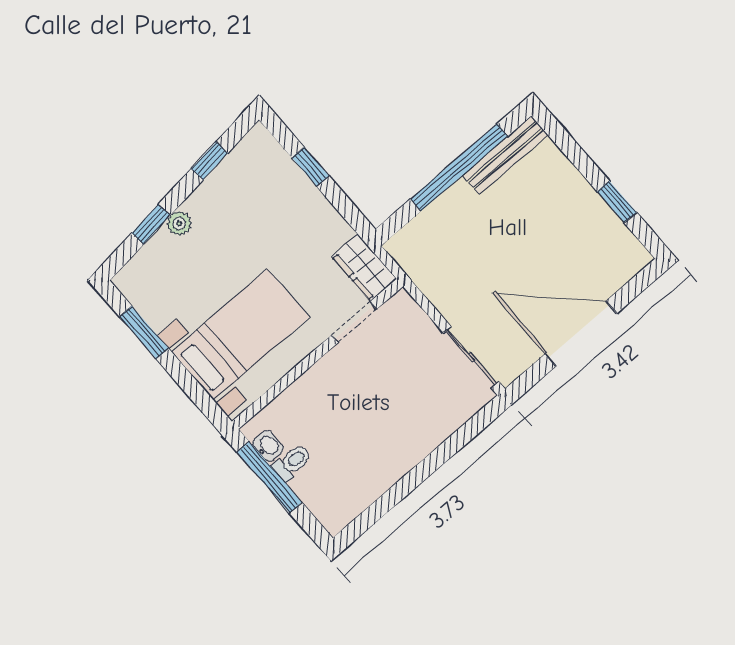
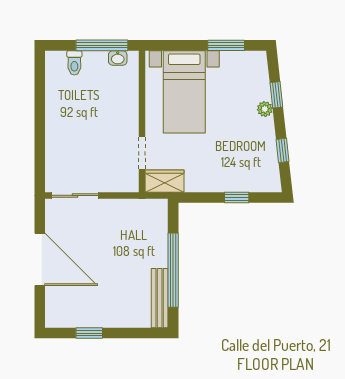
door: (581, 334) -> (40, 259), hinge flipped
toilet: (292, 462) -> (74, 63), moved

